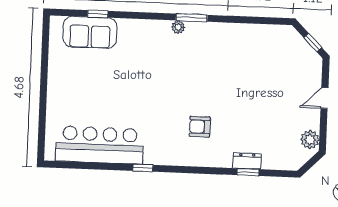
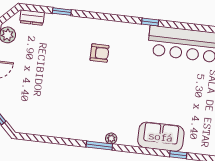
sofa: (90, 32) -> (161, 137), moved
dresser: (247, 161) -> (32, 18), moved

